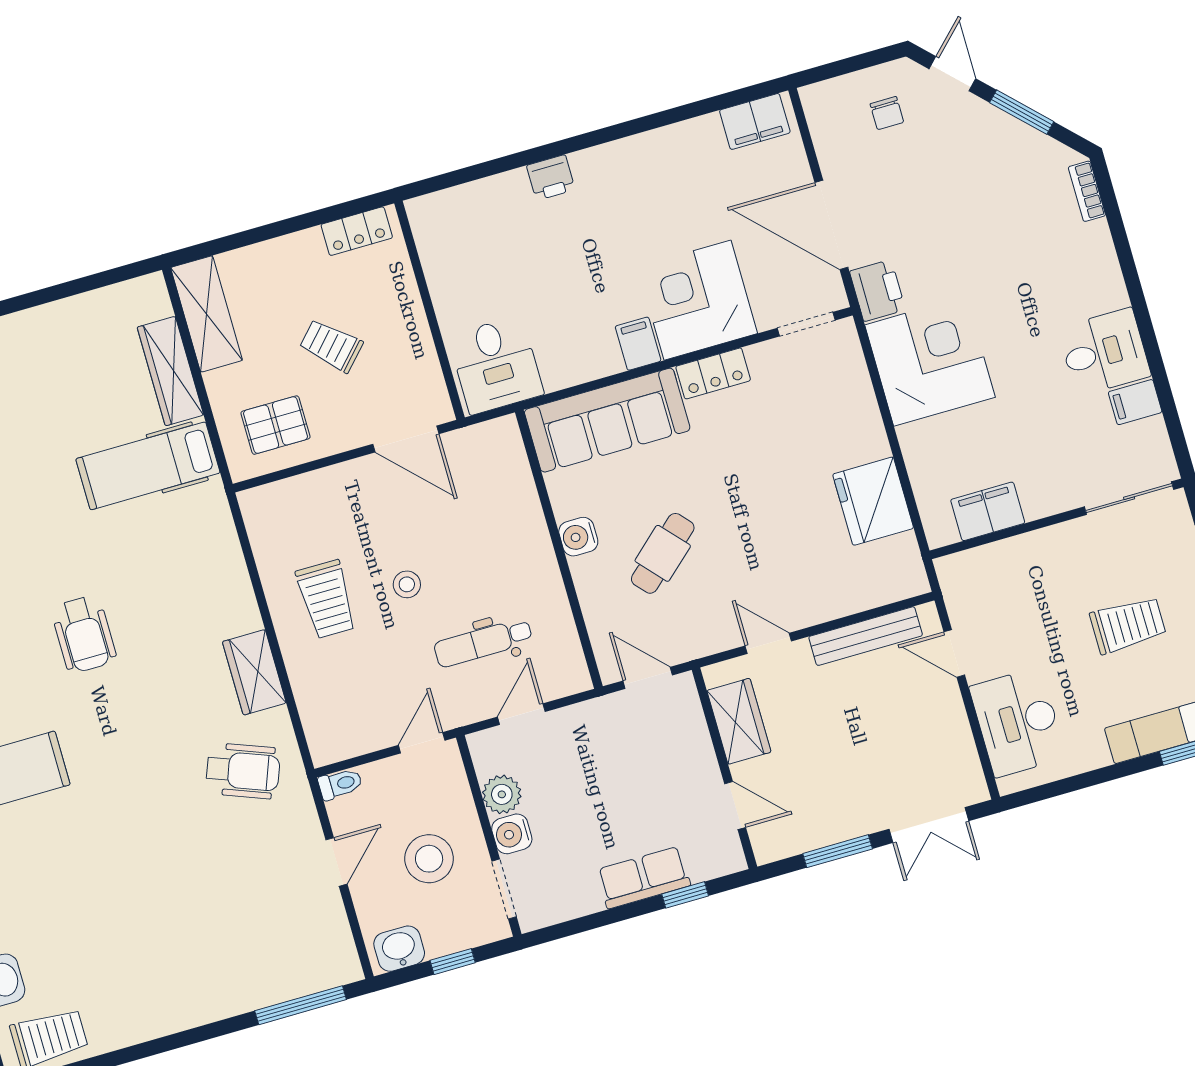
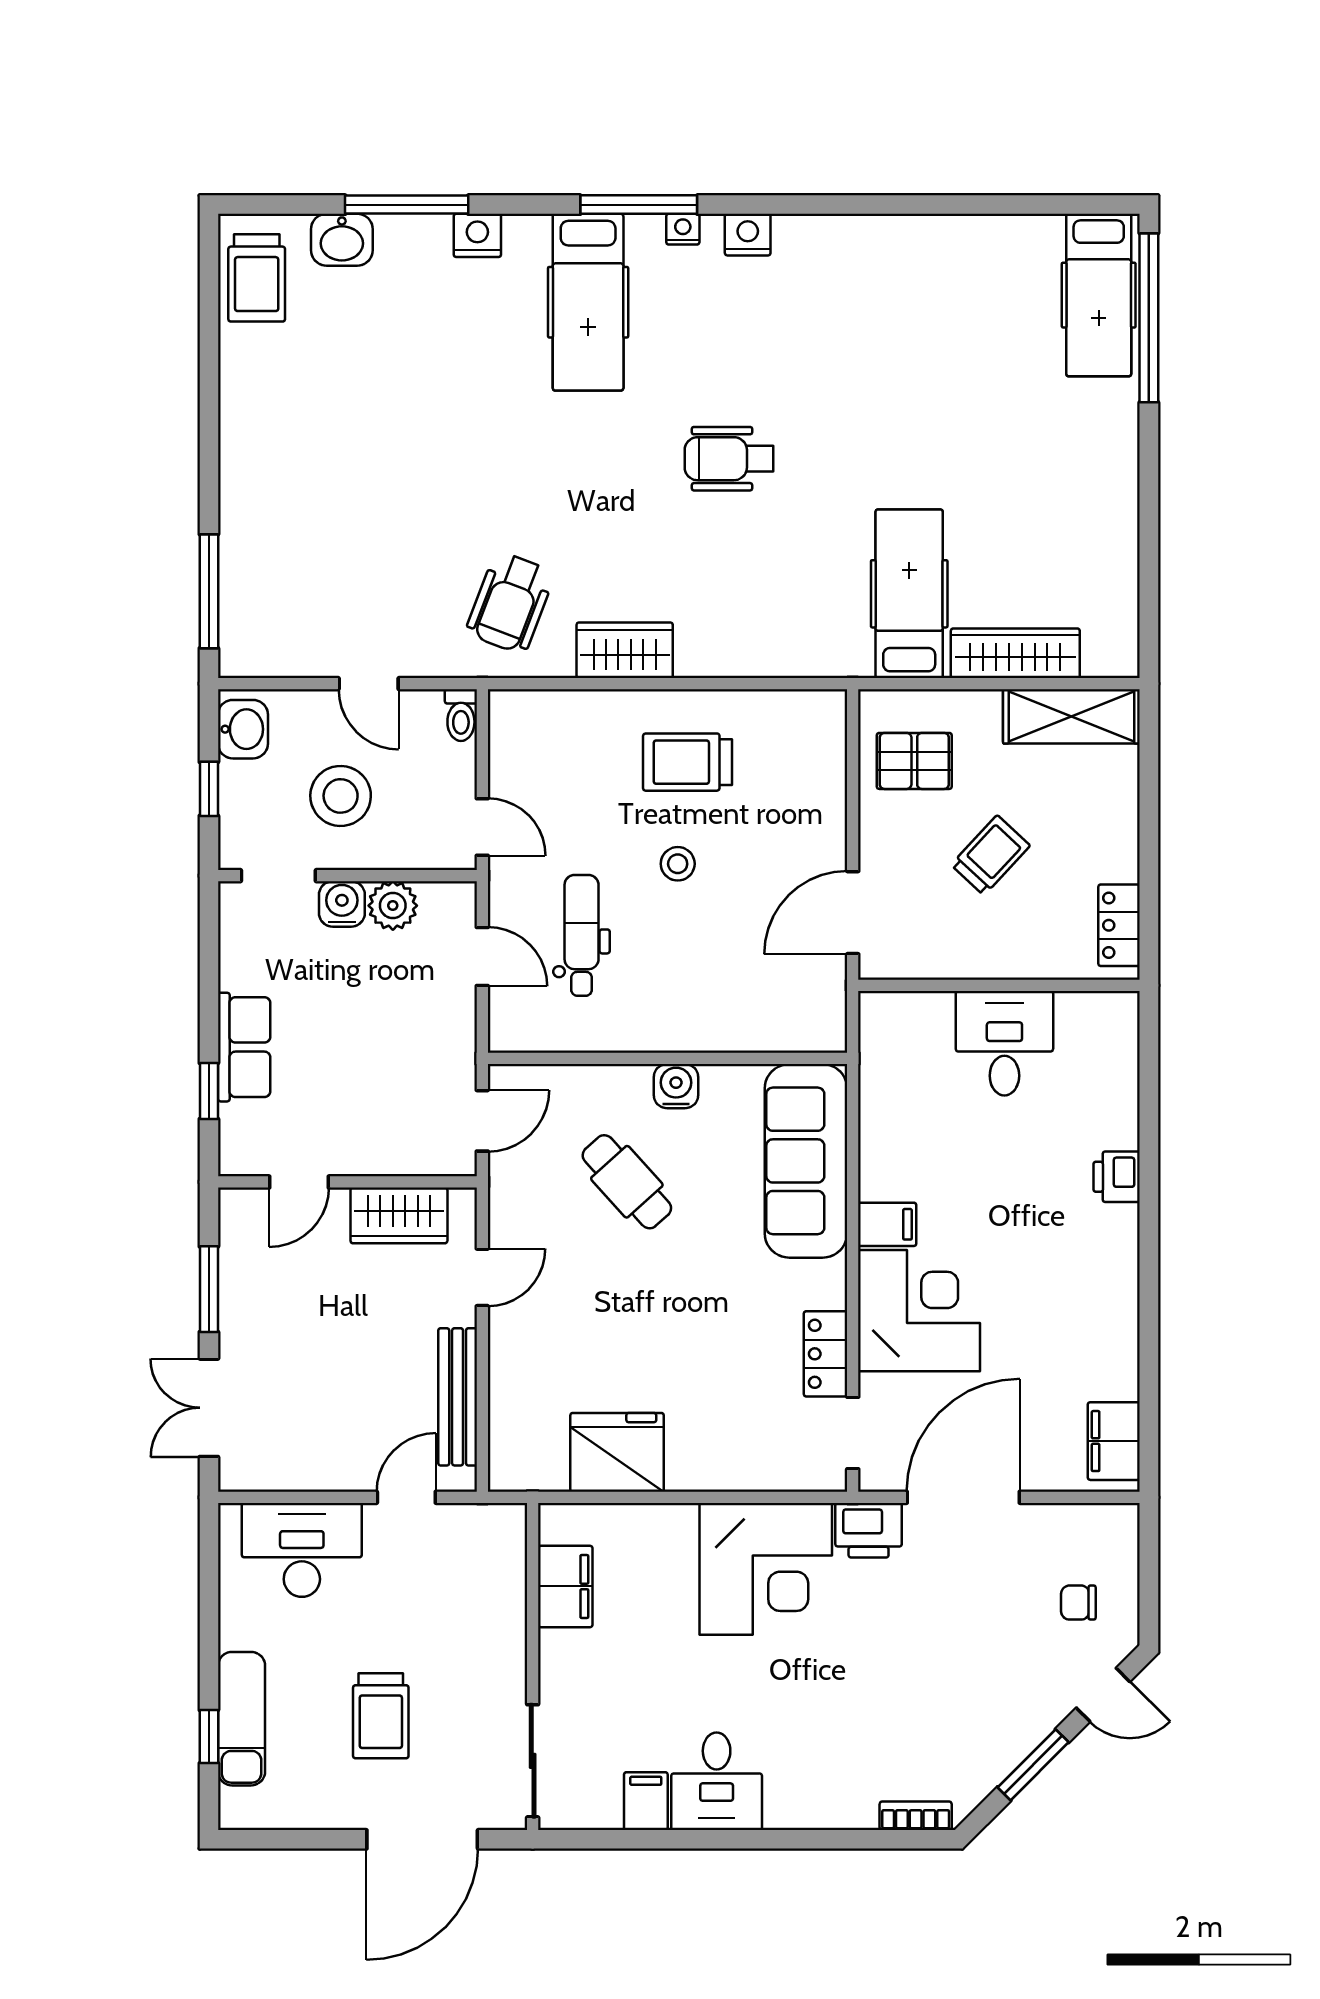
desk: (496, 365) -> (1004, 1043), moved, turned 90
locker: (713, 373) -> (826, 1354), moved
pallet: (276, 425) -> (914, 761), turned 90

